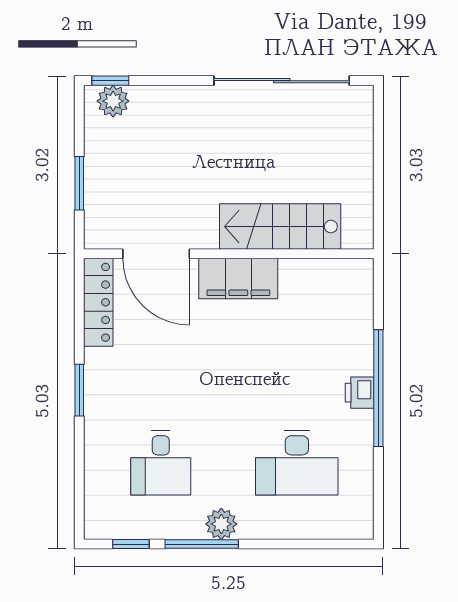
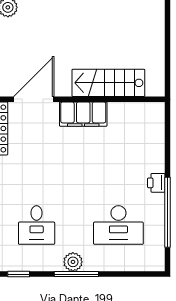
door: (156, 254) -> (34, 99), swing flipped
window: (378, 388) -> (168, 212), moved
window: (202, 544) -> (76, 274), moved

